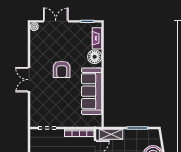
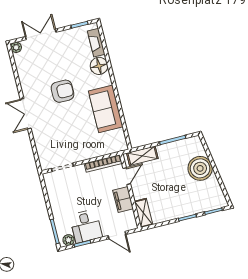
armchair: (62, 69) -> (63, 91), turned -90
sofa: (92, 91) -> (106, 109), width x0.73

